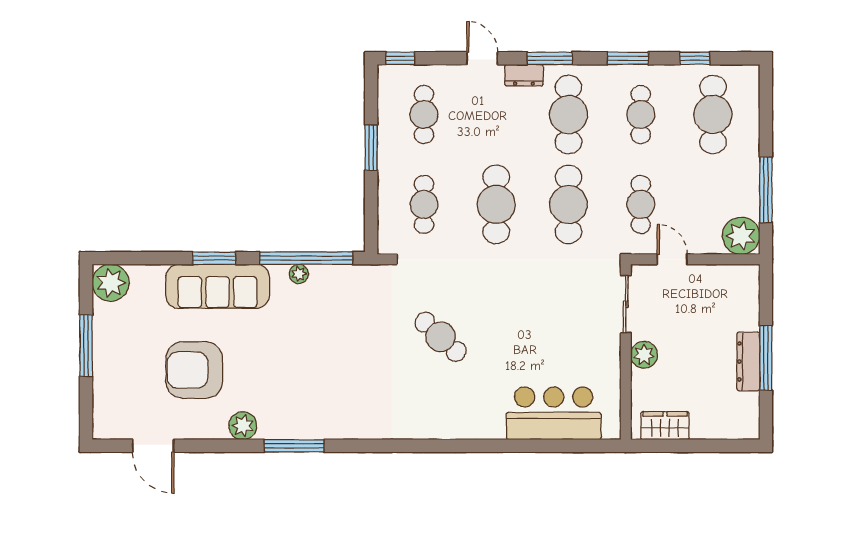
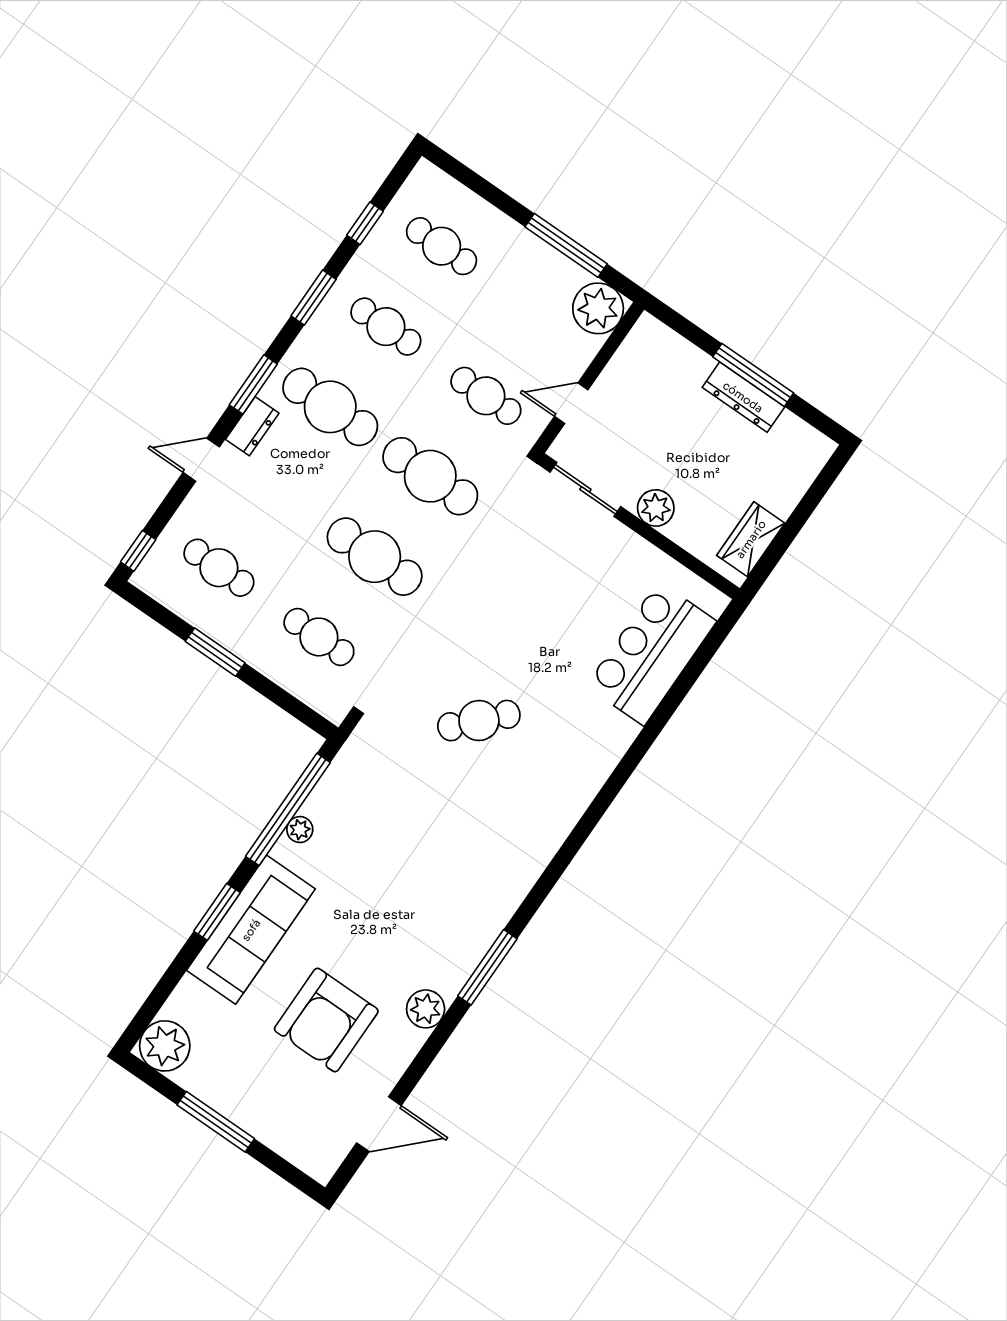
cafe table: (713, 115) -> (442, 246), width x0.73, depth x0.74

